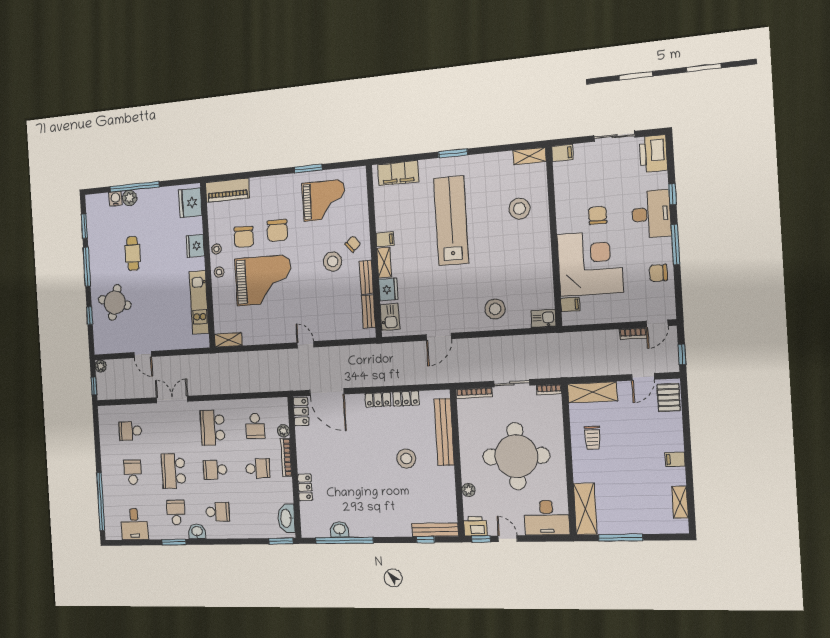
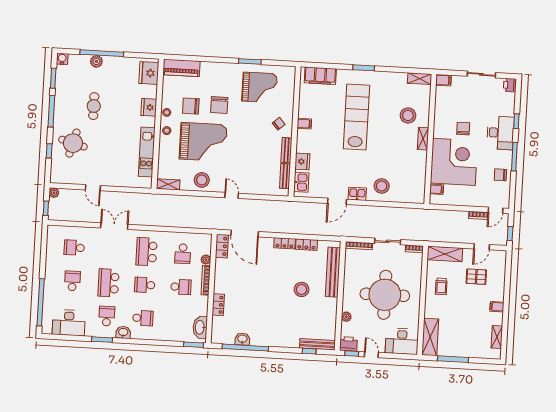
printer: (653, 154) -> (510, 85), width x0.53, depth x0.68
water cooler: (115, 199) -> (62, 59), moved
chair: (244, 237) -> (191, 106), turned 89
stool: (333, 261) -> (202, 180), moved
shelving: (384, 262) -> (423, 139), moved
kitchen sink: (543, 318) -> (357, 194), moved
pallet: (669, 397) -> (476, 277), moved, turned 90
desk: (134, 524) -> (69, 323), width x1.37

